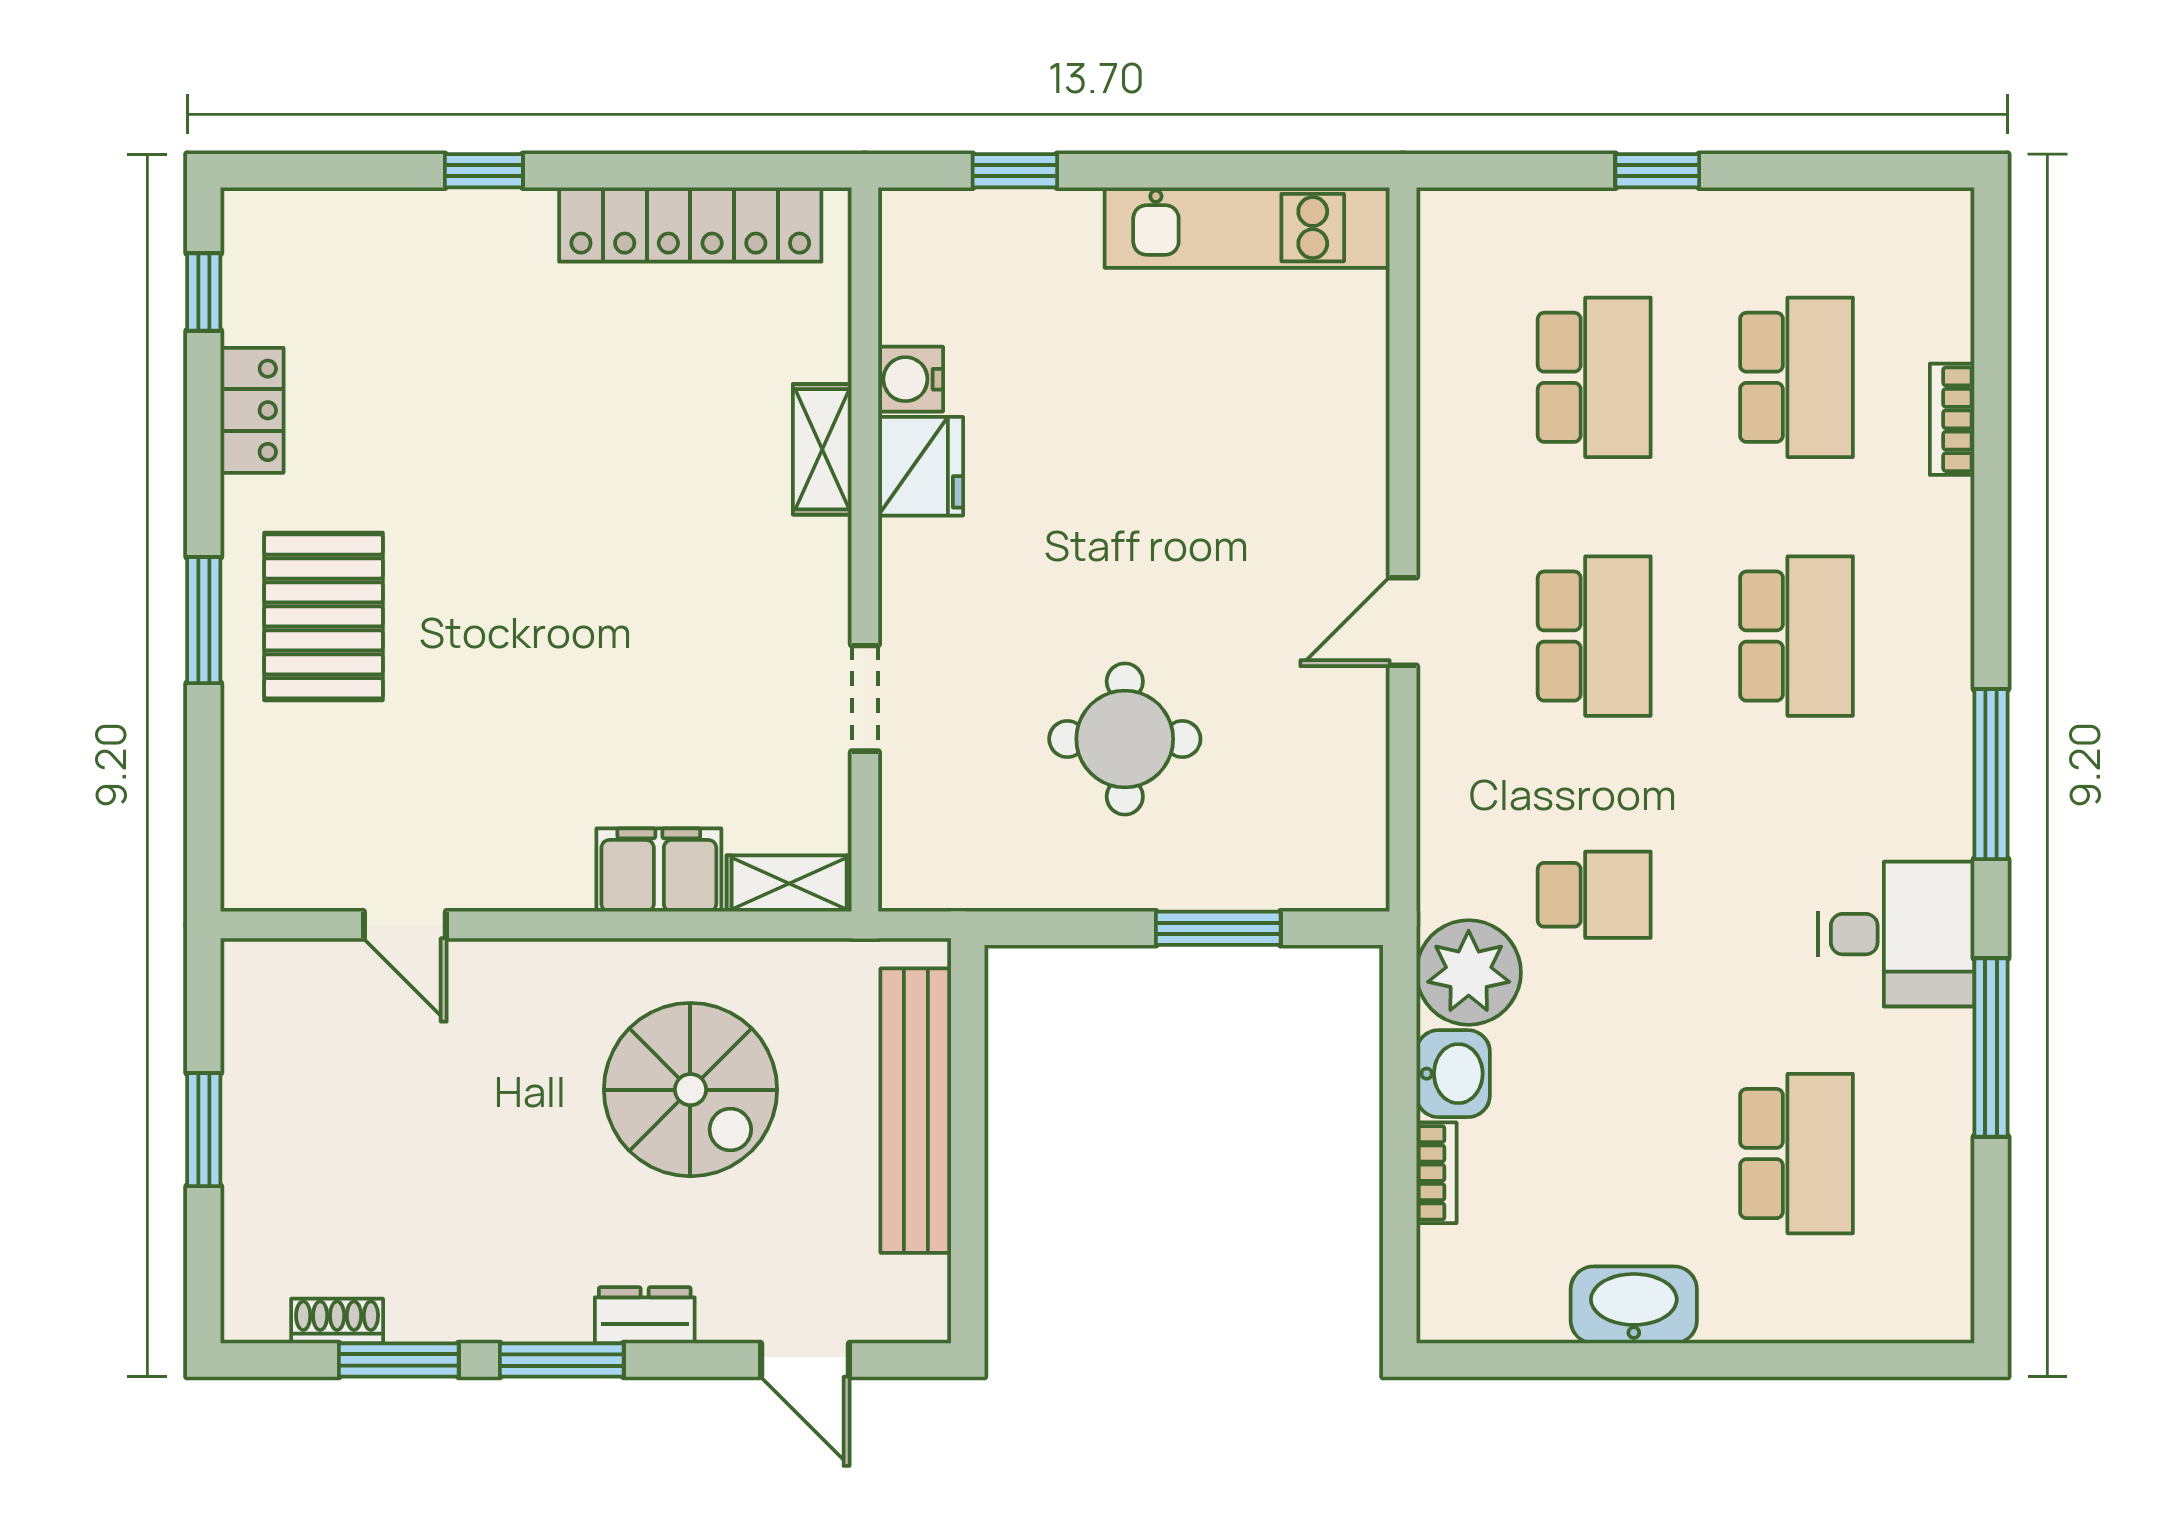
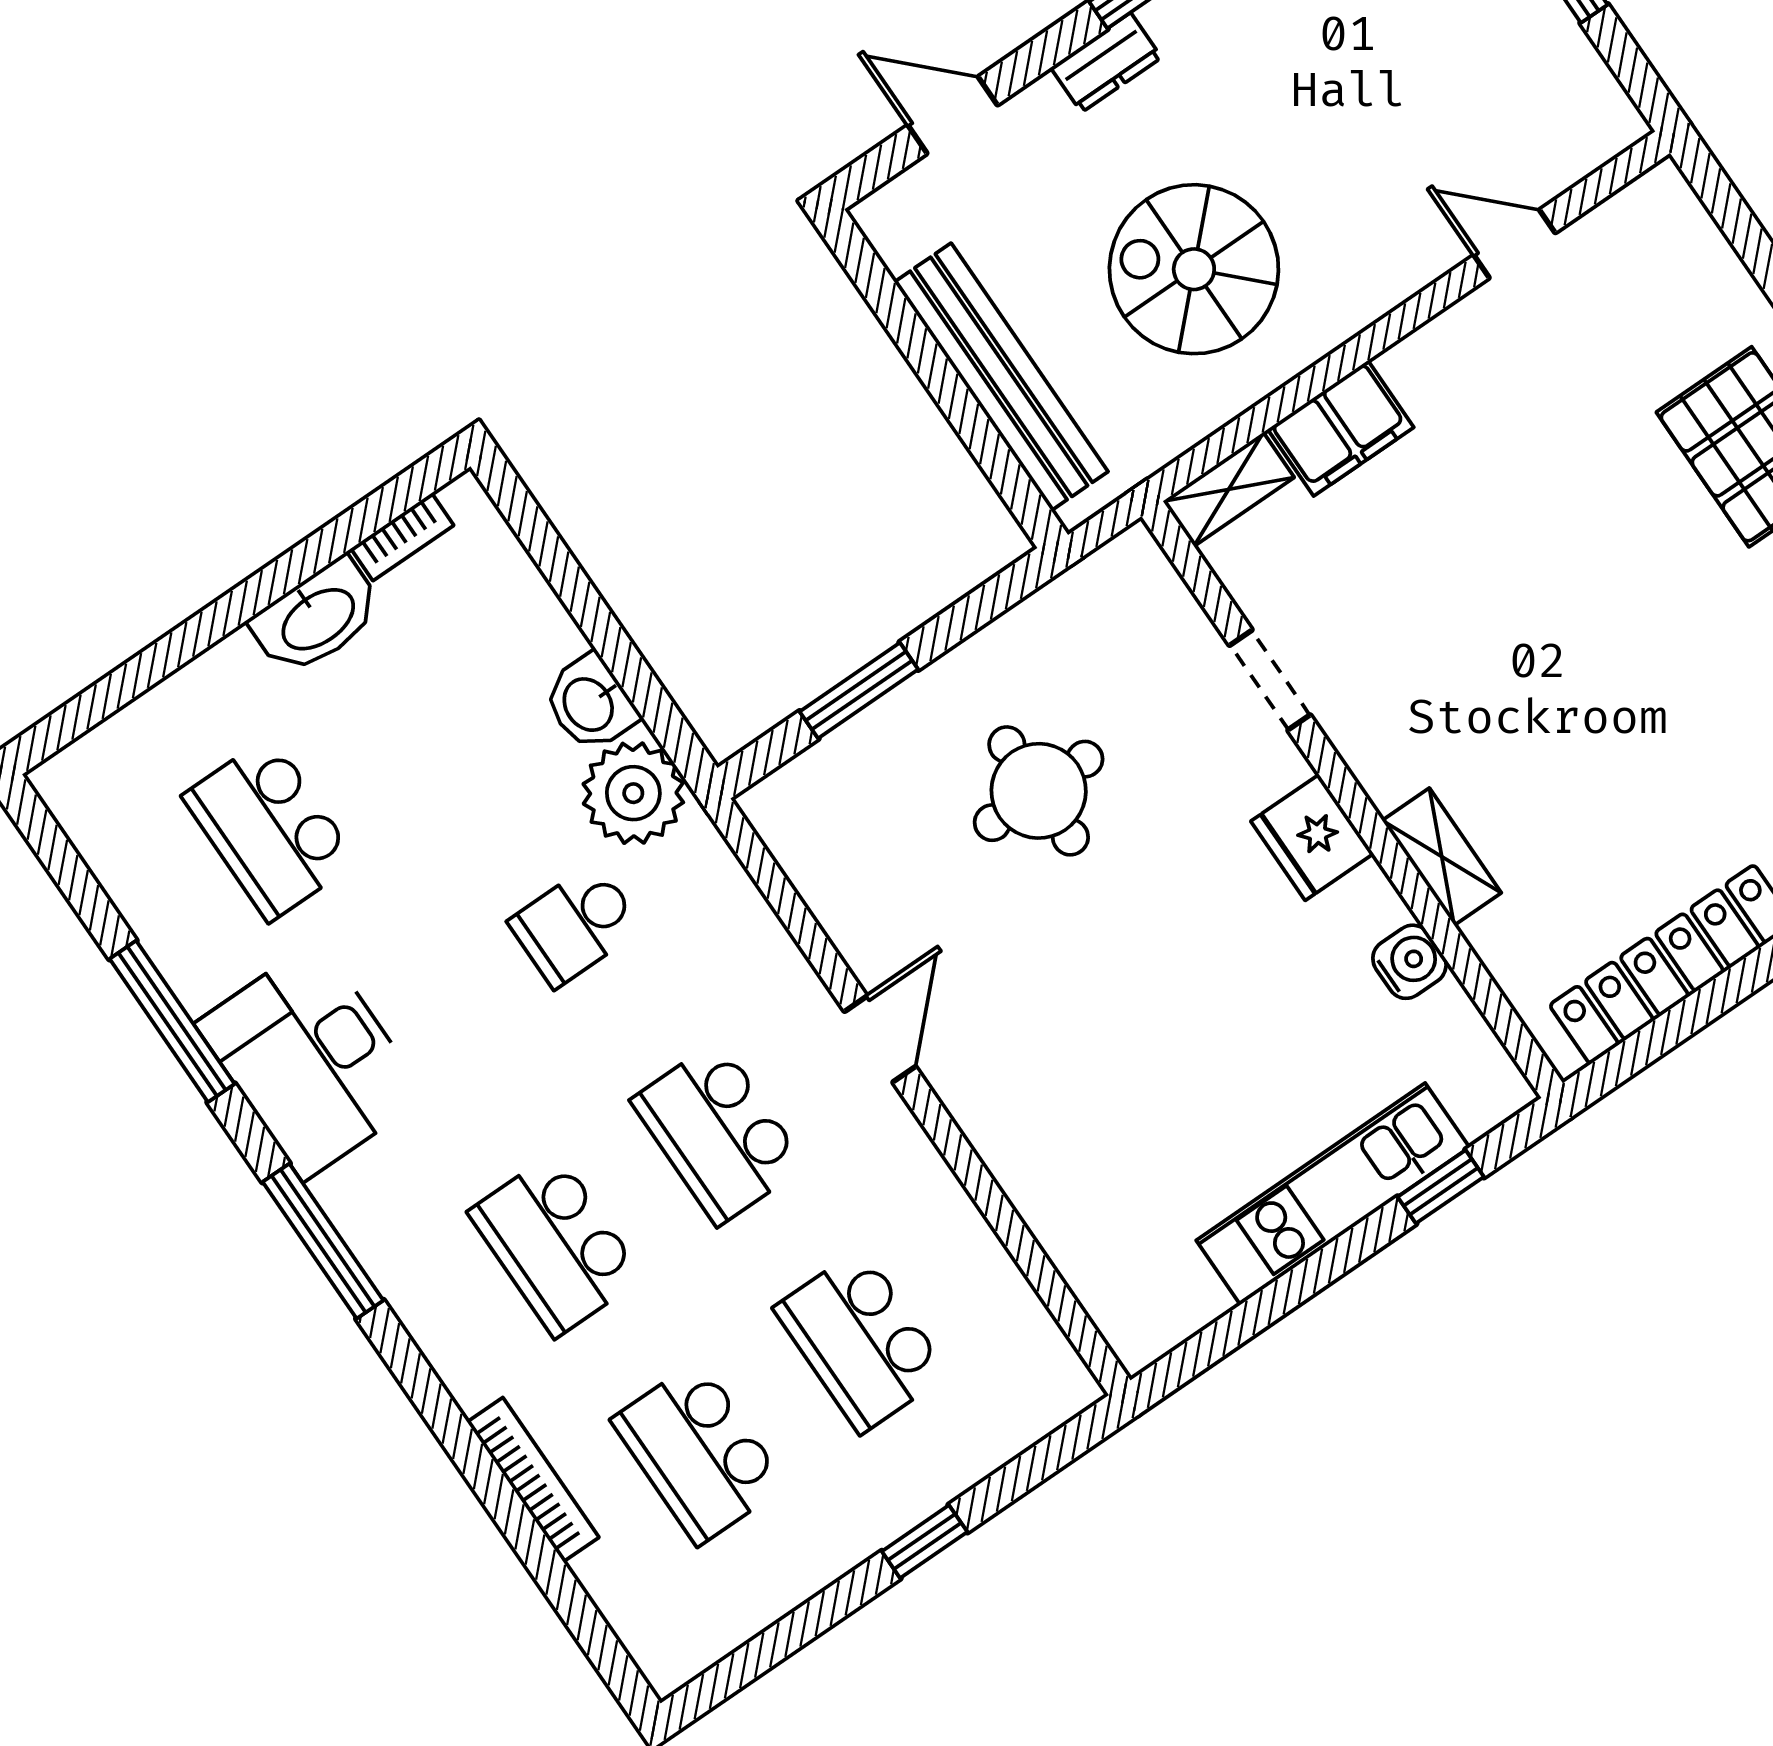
kitchen unit: (1247, 228) -> (1333, 1194), moved
bookcase: (1952, 419) -> (533, 1480), width x1.56
fridge: (921, 466) -> (1312, 837), moved
desk: (1896, 934) -> (311, 1060), width x1.37
bookcase: (1436, 1173) -> (402, 537), moved, turned -90

